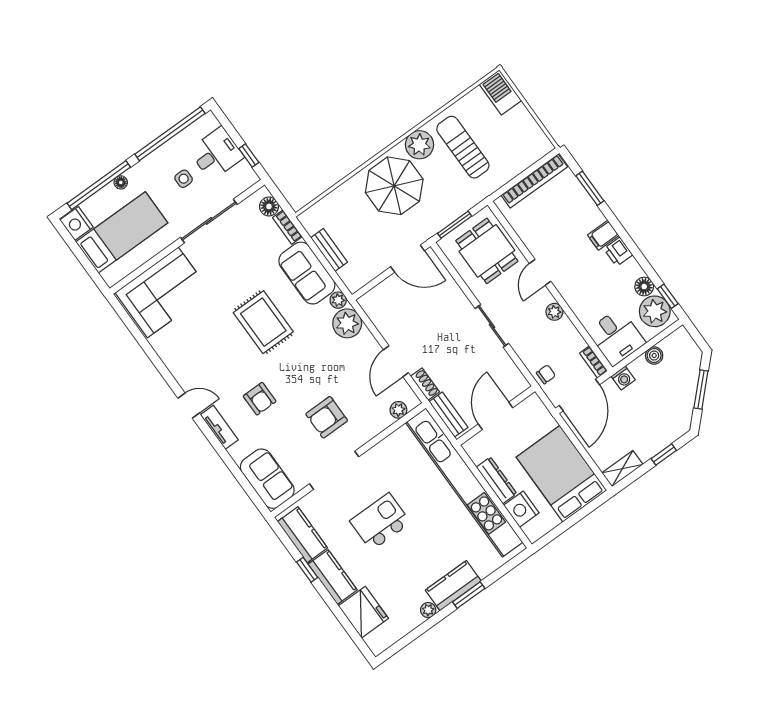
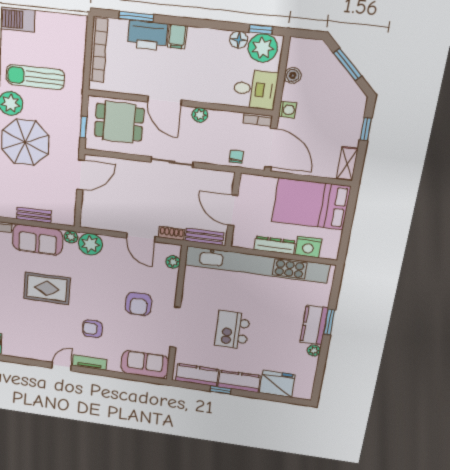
window: (455, 225) -> (84, 127), width x0.67
printer: (618, 252) -> (147, 35), moved, width x1.87, depth x1.48
door: (540, 272) -> (164, 101), width x1.38
armchair: (260, 399) -> (92, 329), turned 180

